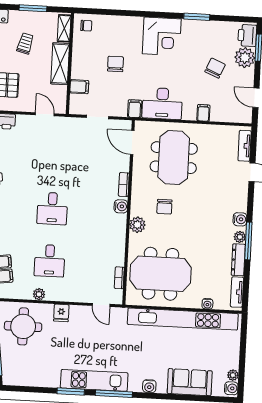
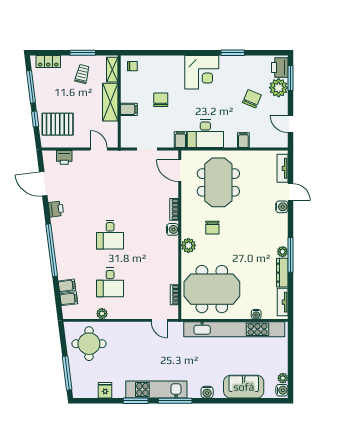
trolley: (25, 43) -> (82, 74), moved
filing cabinet: (79, 87) -> (129, 109), moved
water cooler: (240, 219) -> (282, 207), moved
fridge: (61, 313) -> (105, 390), moved, turned 180

